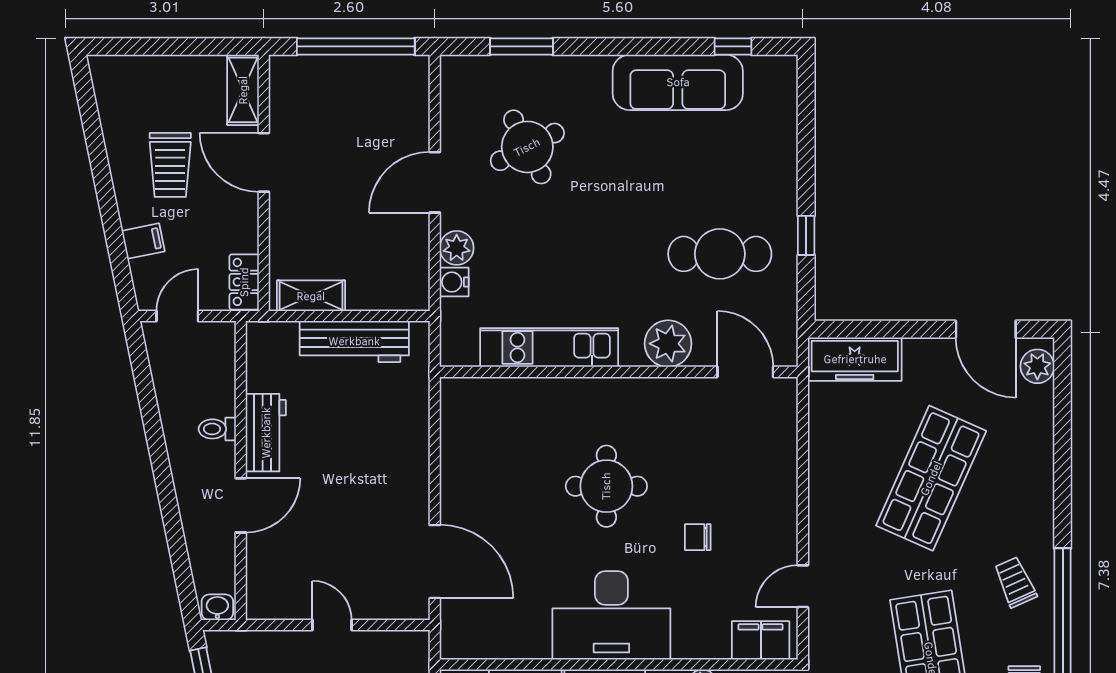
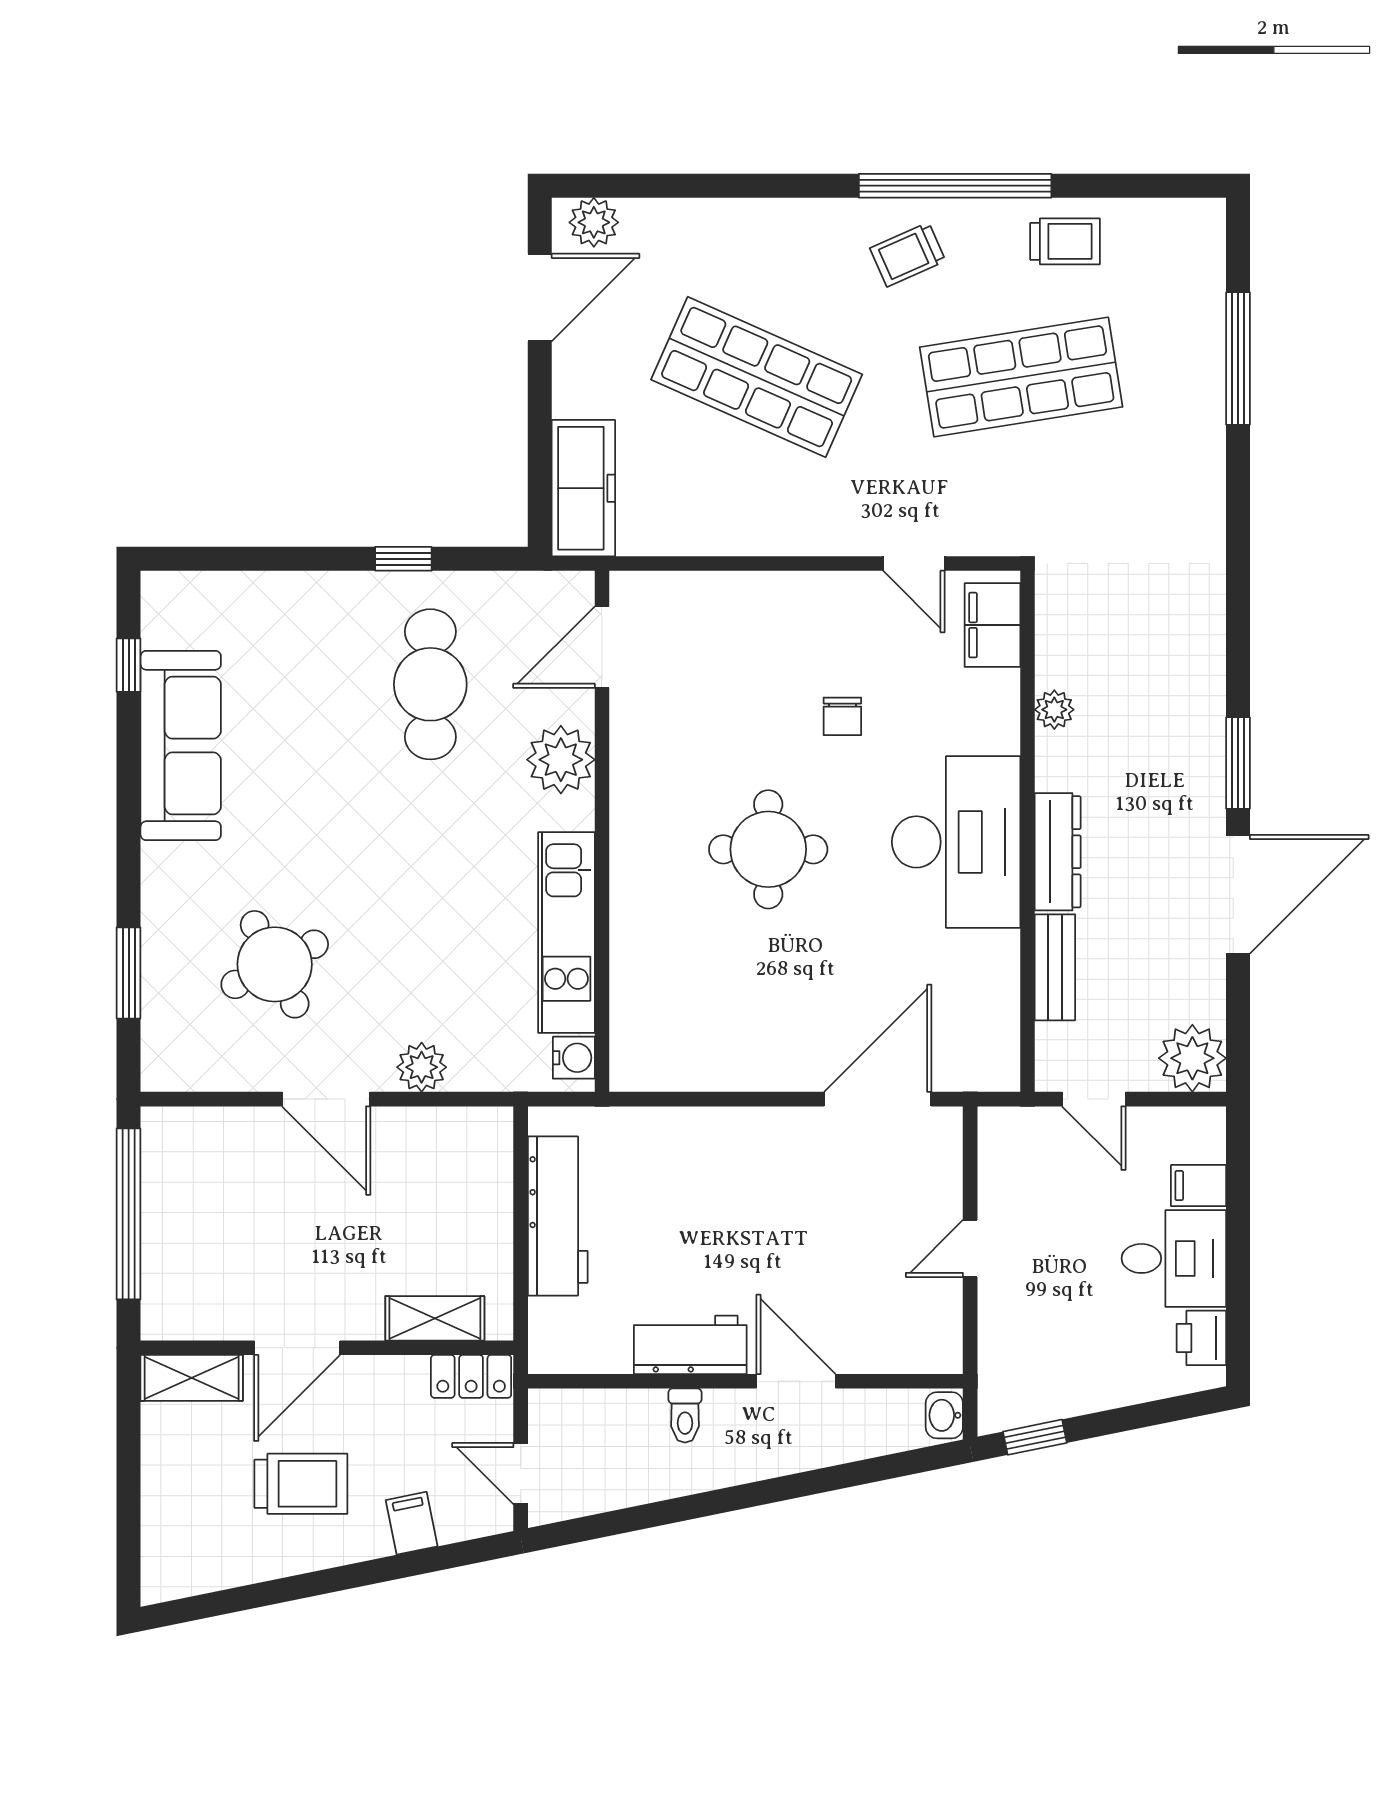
water cooler: (454, 282) -> (574, 1058), moved, turned -90
shelving: (311, 296) -> (435, 1318), moved, turned 90

